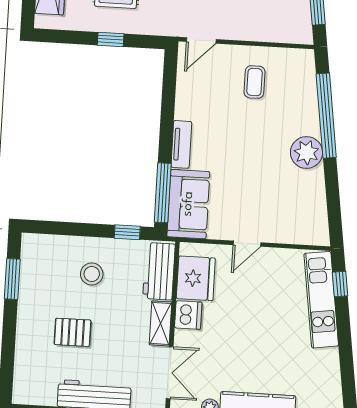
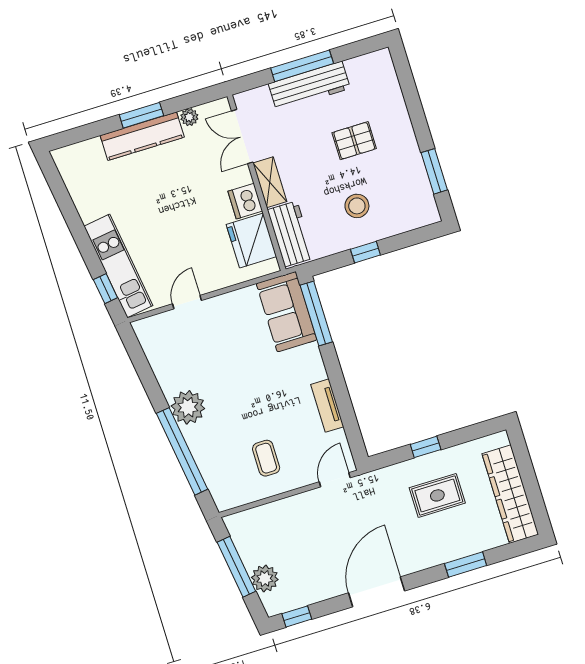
tv unit: (181, 144) -> (327, 406), moved
window: (127, 232) -> (365, 252), moved
door: (247, 244) -> (187, 302), moved

